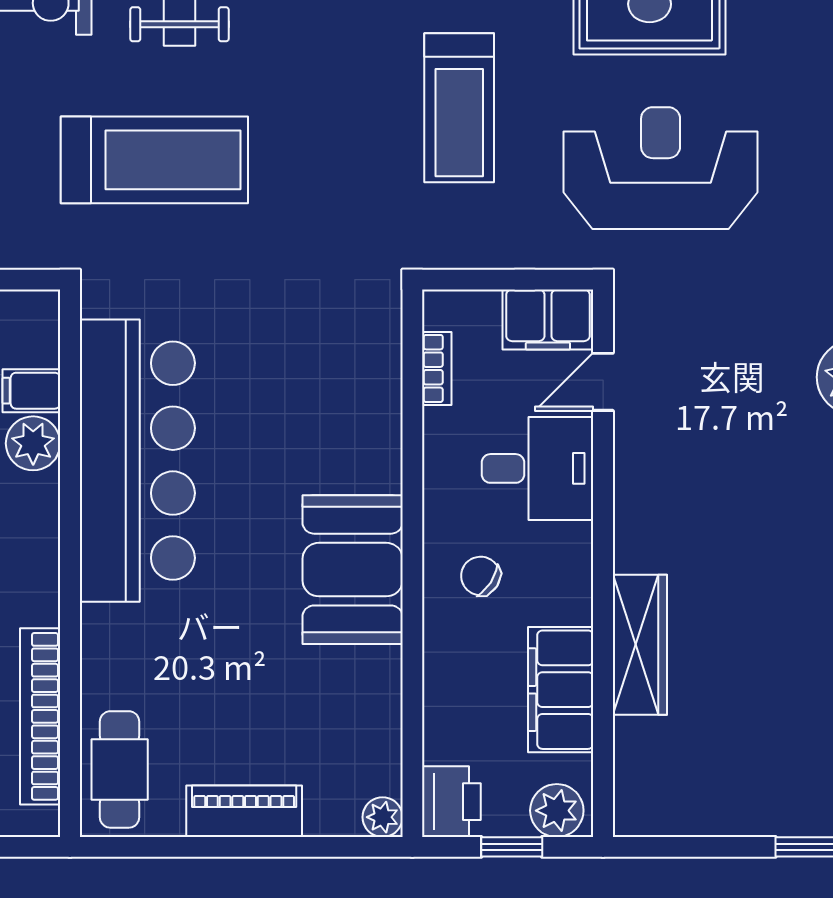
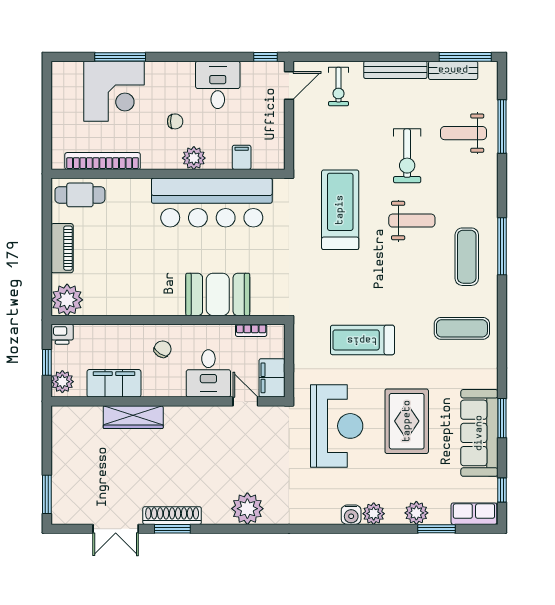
treadmill: (154, 160) -> (340, 210), turned 180
plant: (33, 443) -> (194, 158), moved
booth: (353, 570) -> (218, 294), moved
printer: (451, 802) -> (62, 334), width x0.73, depth x0.81
plant: (383, 817) -> (67, 300), width x1.88, depth x1.88

